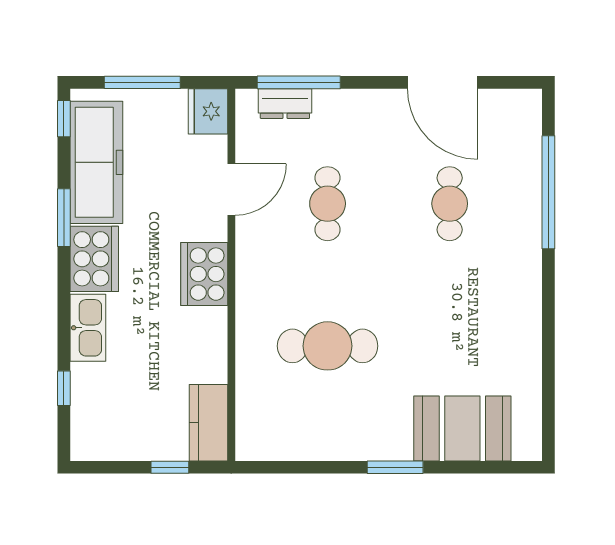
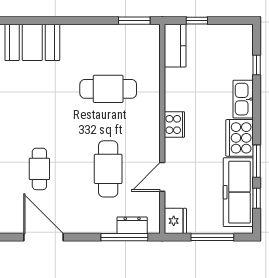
window: (64, 119) -> (257, 198), moved
cafe table: (328, 204) -> (108, 169), width x1.37, depth x1.35
cooker: (204, 274) -> (174, 124), width x0.73, depth x0.76
window: (395, 467) -> (134, 21), moved

